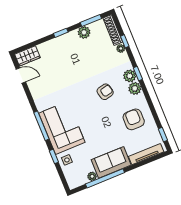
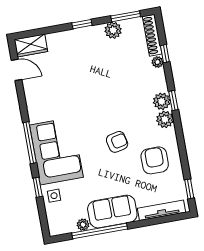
armchair: (105, 92) -> (117, 142), moved

